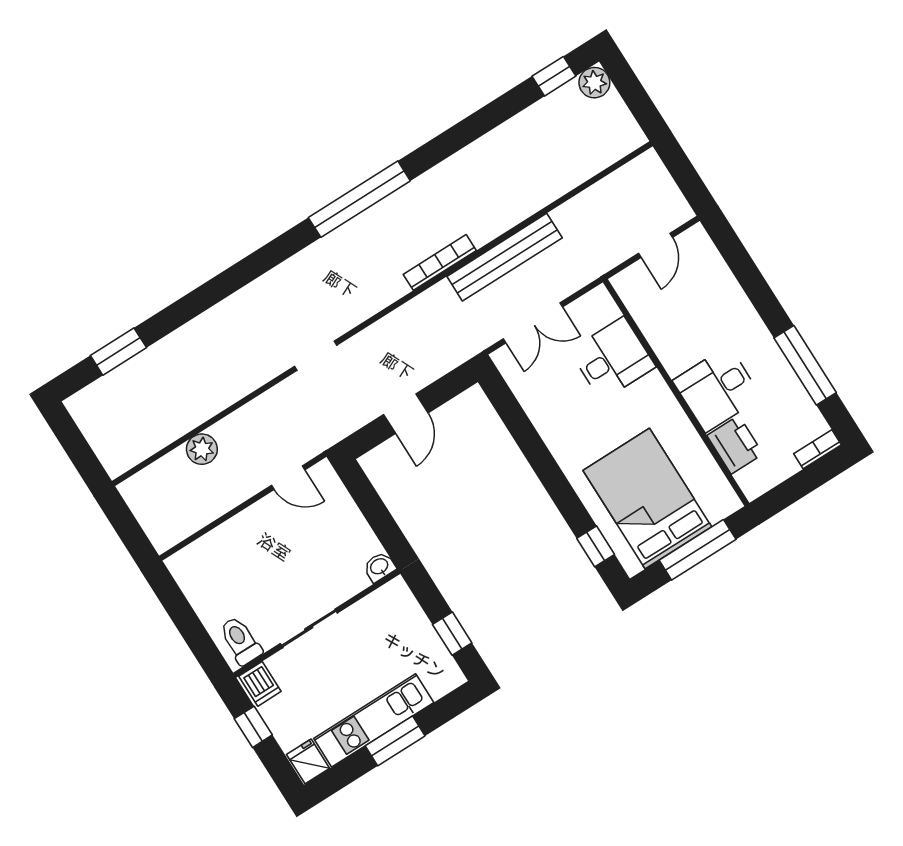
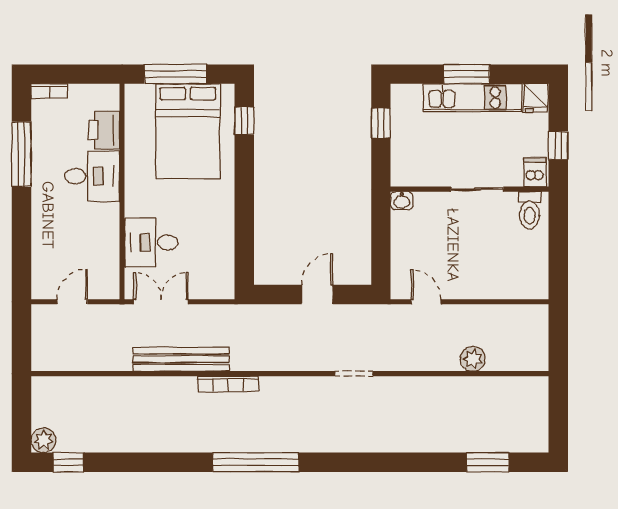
double door: (533, 323) -> (161, 302), moved

